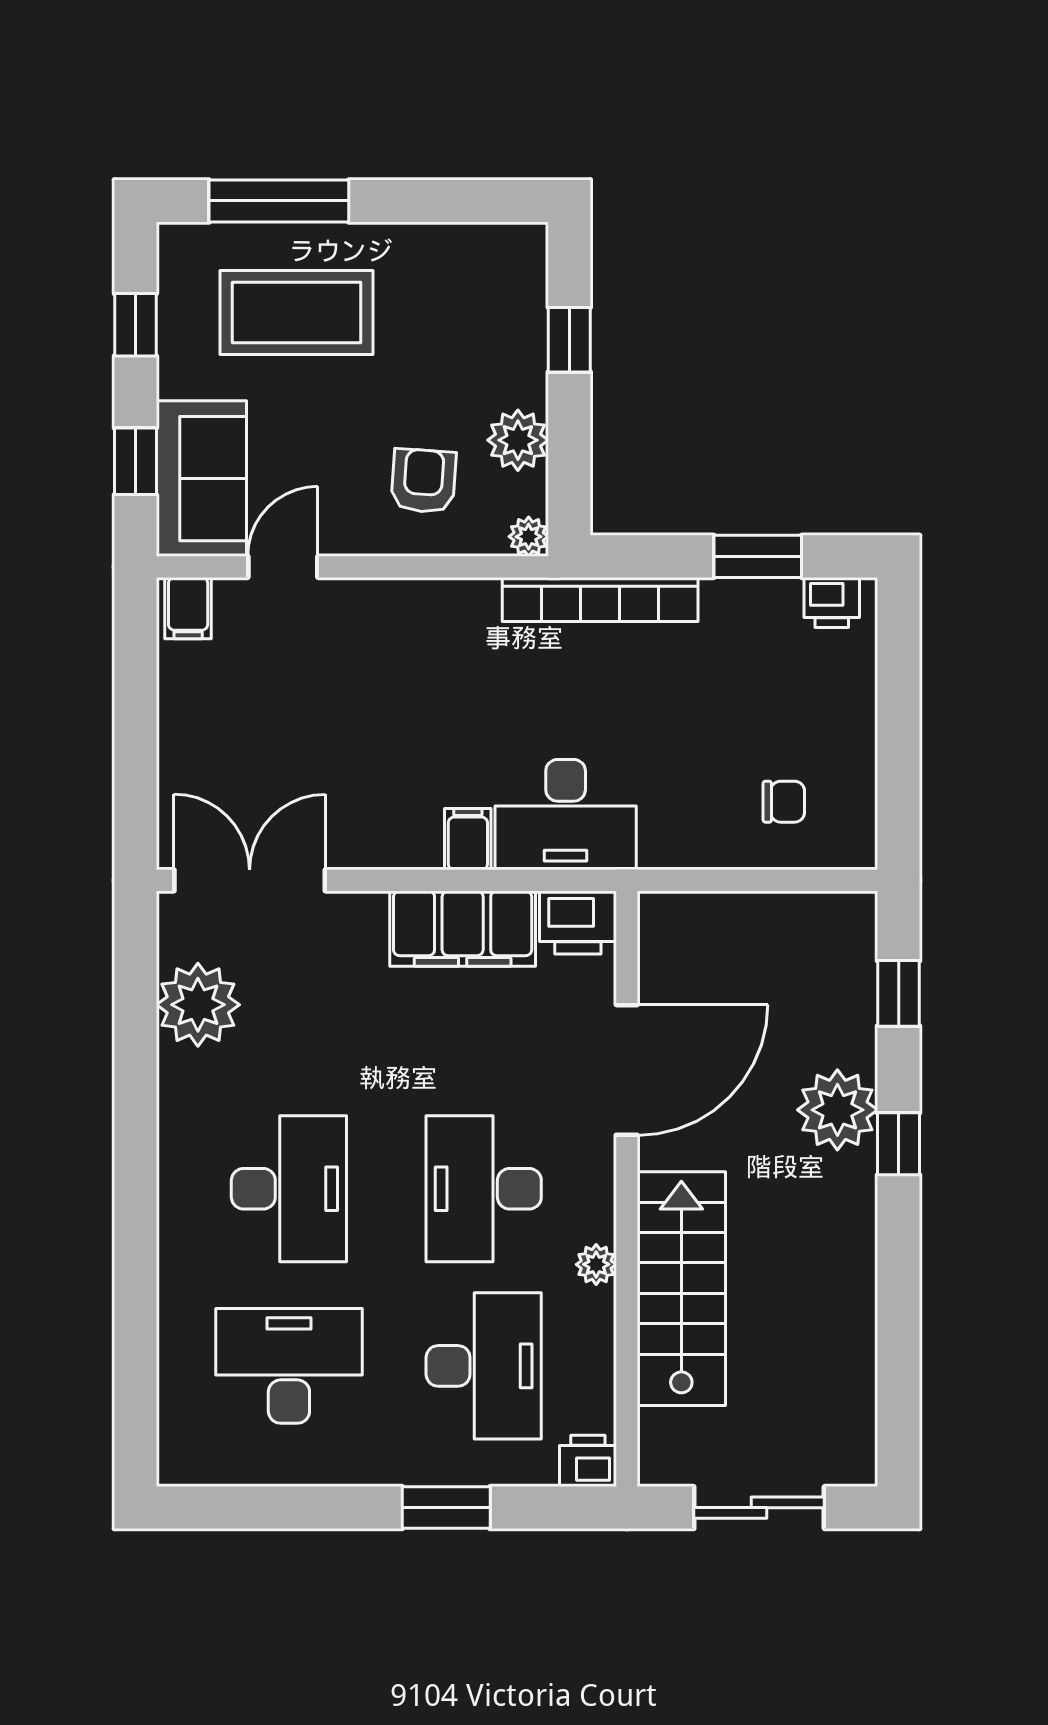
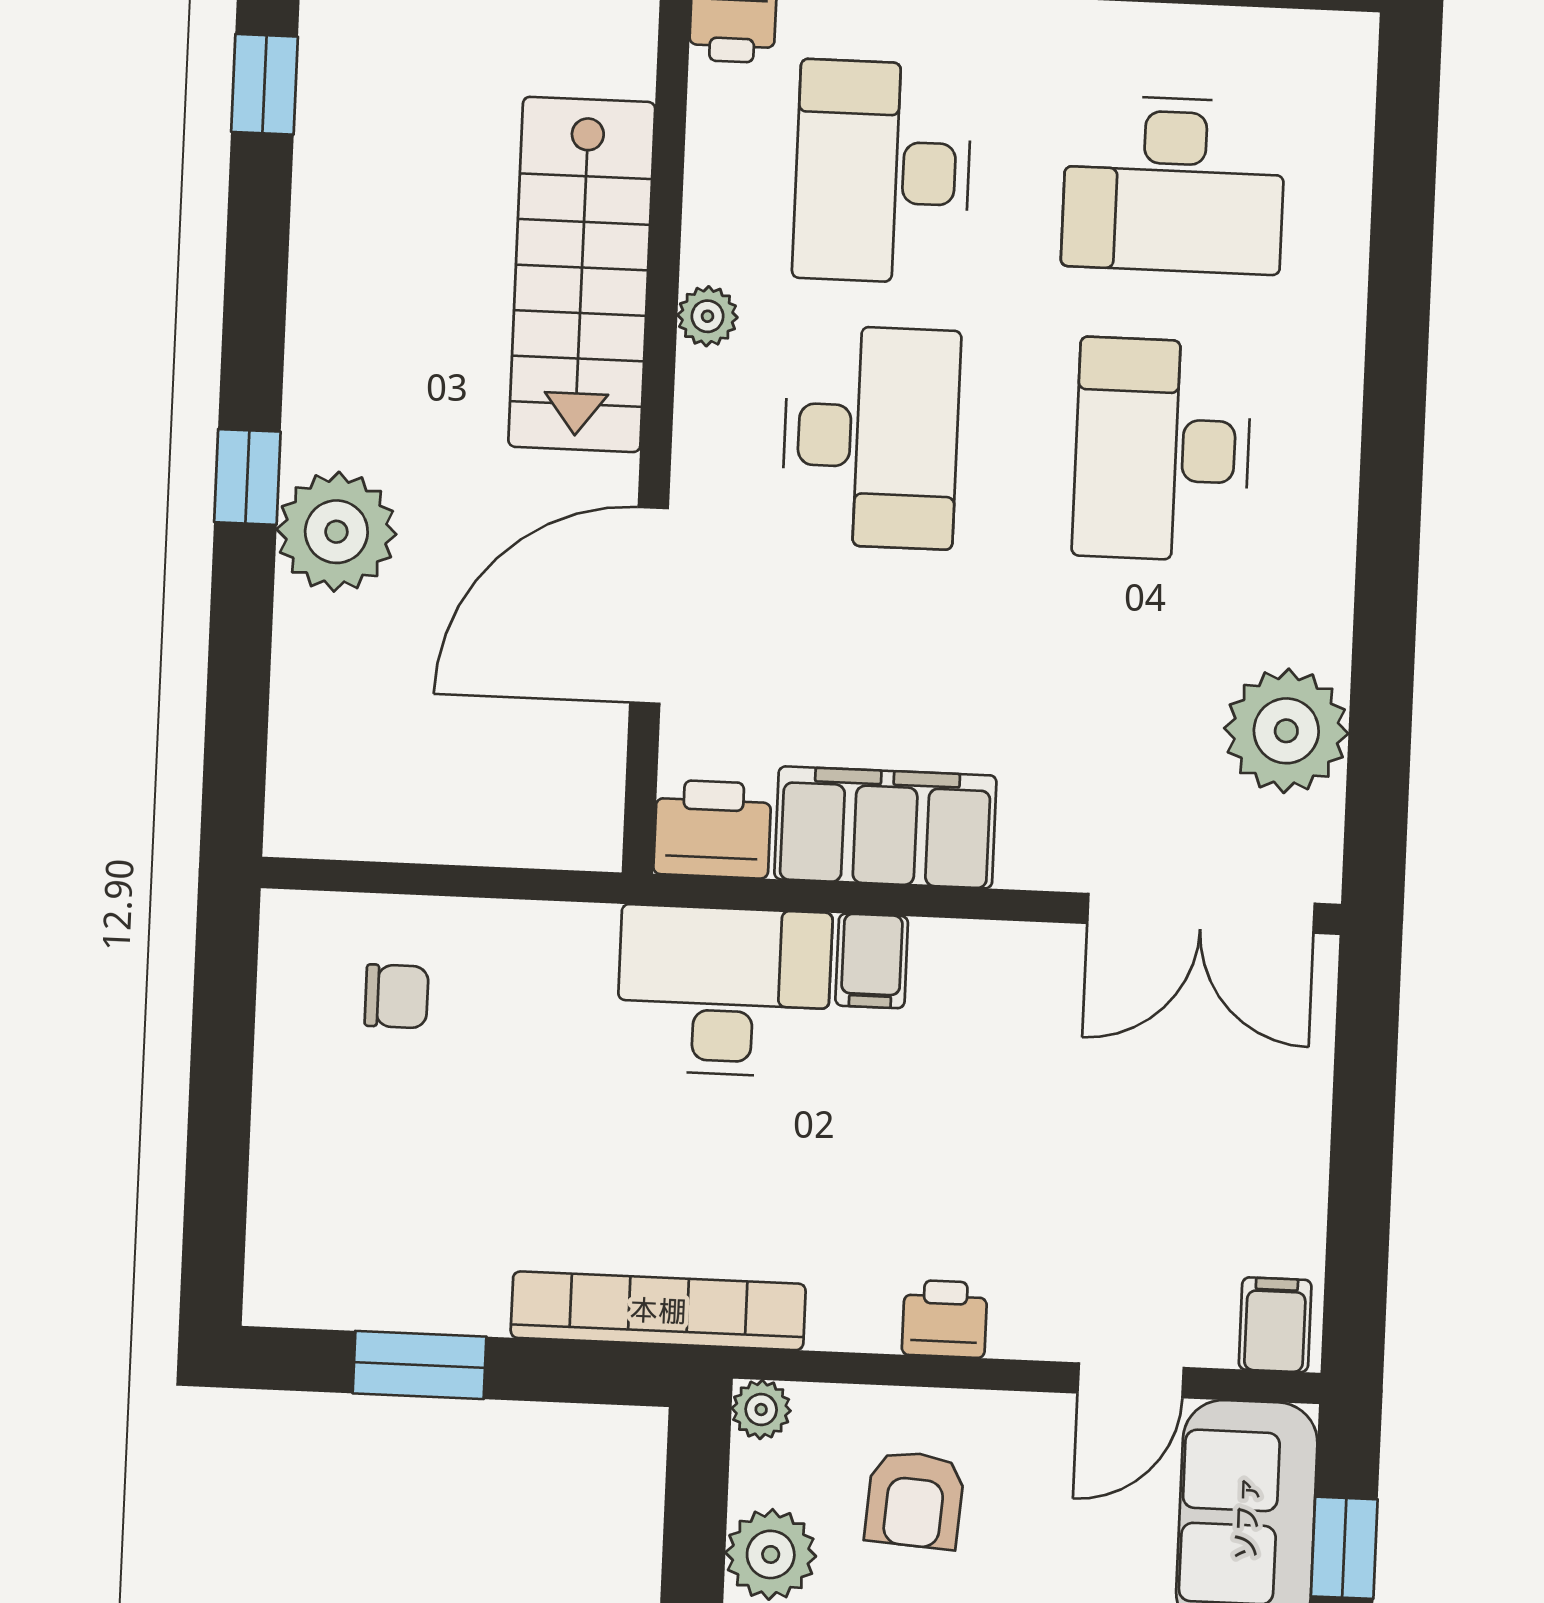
printer: (832, 602) -> (945, 1319), moved
chair: (784, 802) -> (397, 996), turned 180
window: (899, 993) -> (265, 84), moved

